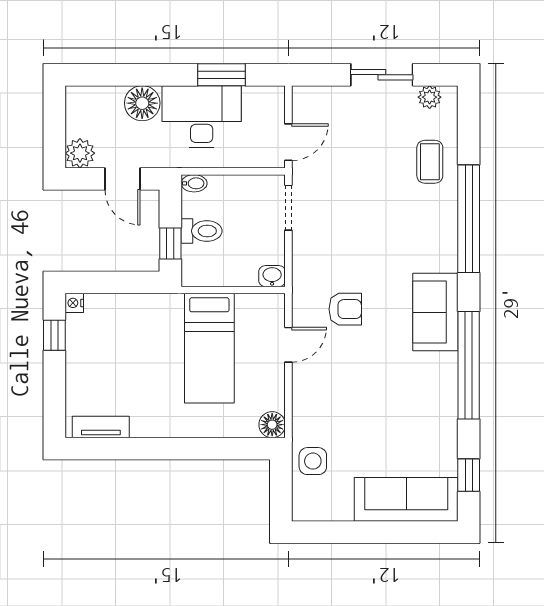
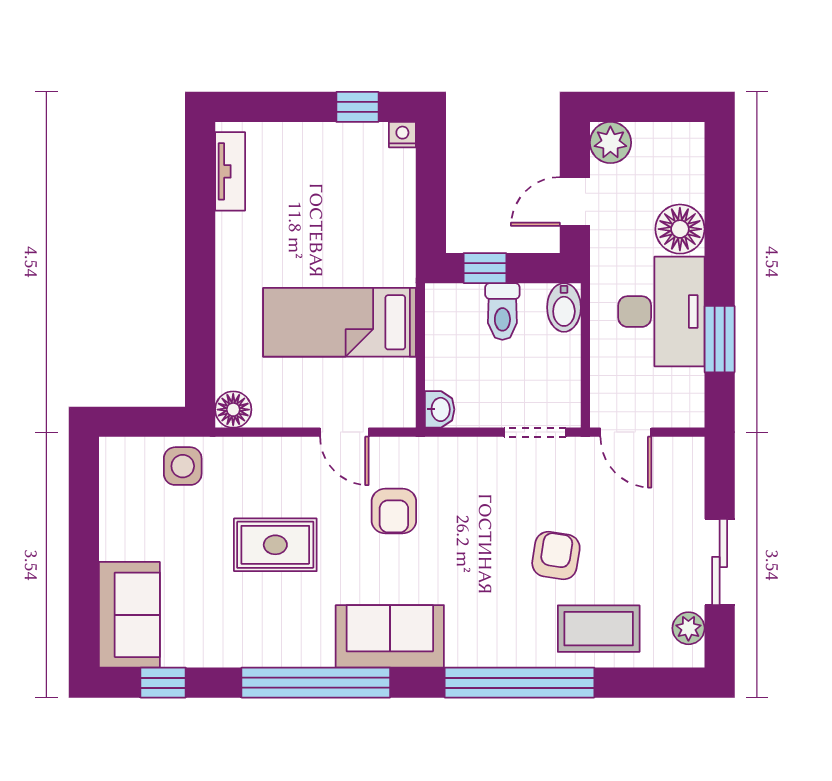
coffee table: (430, 162) -> (599, 629), width x1.36, depth x1.30
bidet: (194, 183) -> (564, 307), width x1.38, depth x1.36
armchair: (377, 192) -> (556, 556), added
rug: (369, 394) -> (275, 545), added
sofa: (406, 499) -> (129, 615), width x0.73

